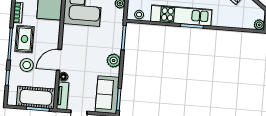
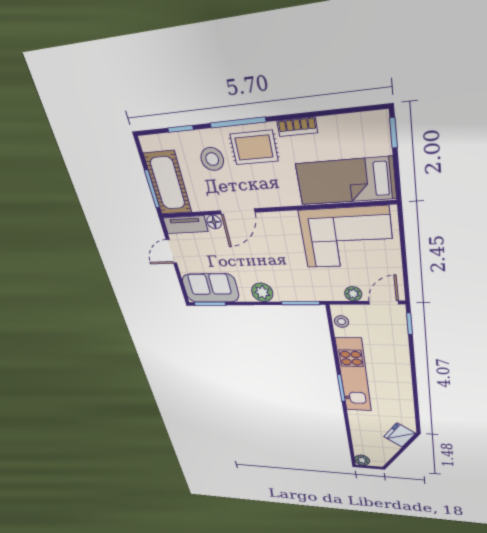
door: (59, 60) -> (238, 211), swing flipped

